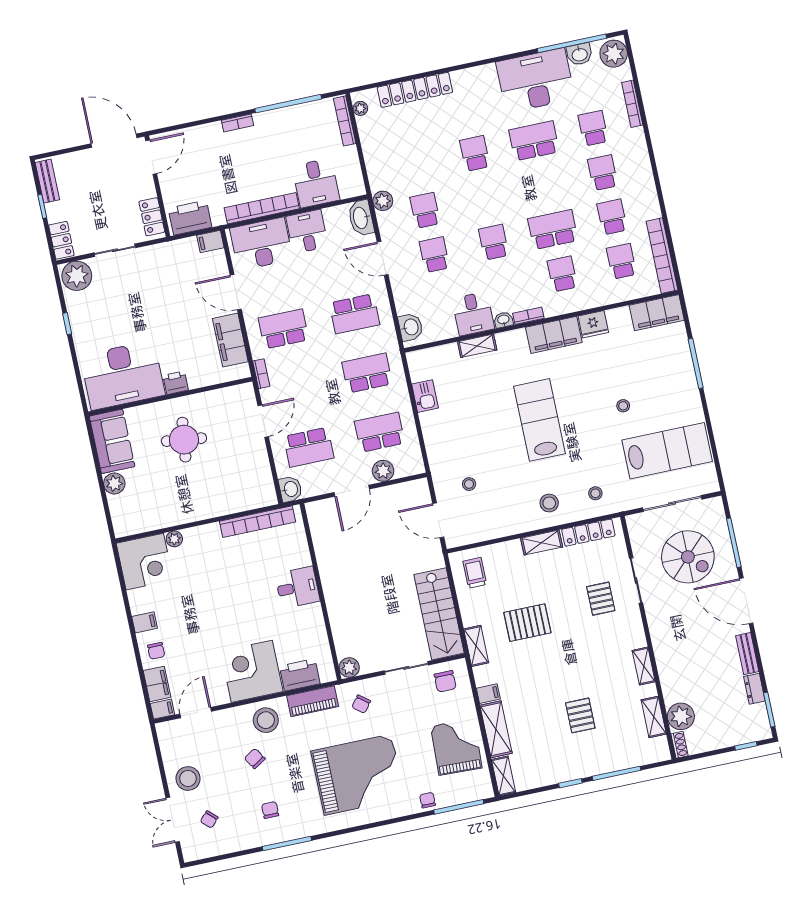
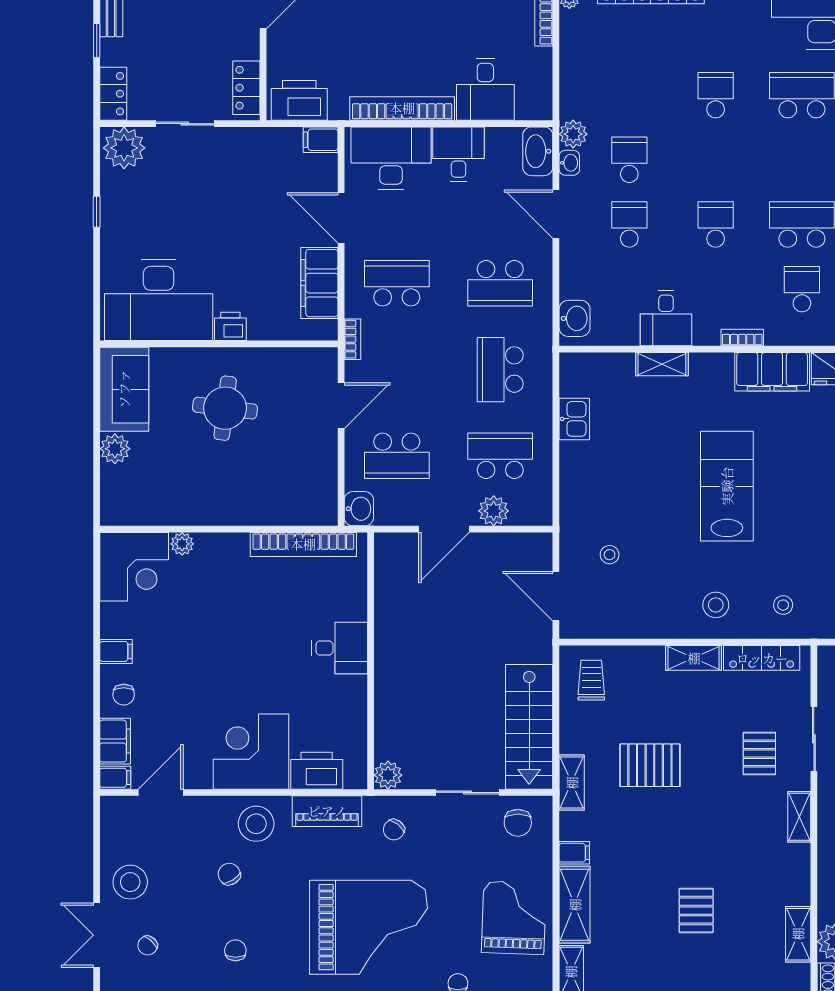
washbasin: (504, 320) -> (569, 163), moved, turned 90
school desk: (367, 373) -> (500, 370), turned -90
shelving: (644, 666) -> (799, 817), moved

